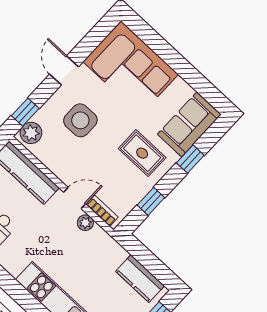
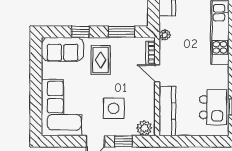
window: (25, 112) -> (123, 141), moved
window: (151, 201) -> (122, 32), width x1.50
plant: (85, 223) -> (165, 35), moved

